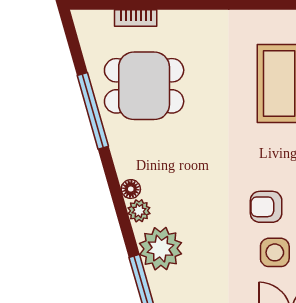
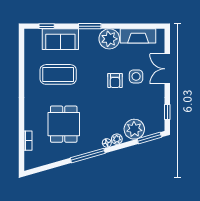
dining table: (144, 86) -> (64, 124), moved
window: (93, 111) -> (88, 156), moved

